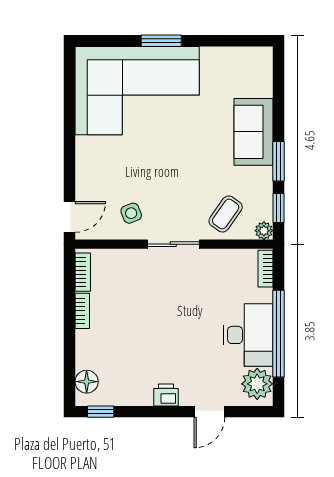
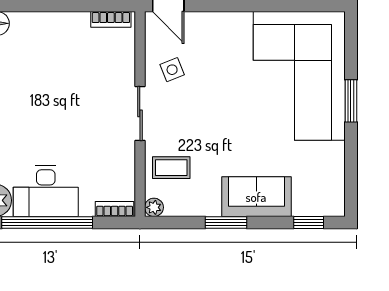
window: (278, 208) -> (309, 223), moved
coffee table: (226, 214) -> (171, 168), turned -35
bookcase: (82, 311) -> (71, 19), removed

